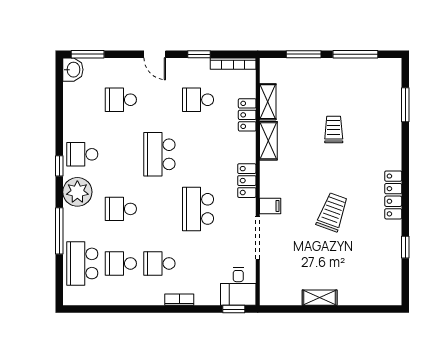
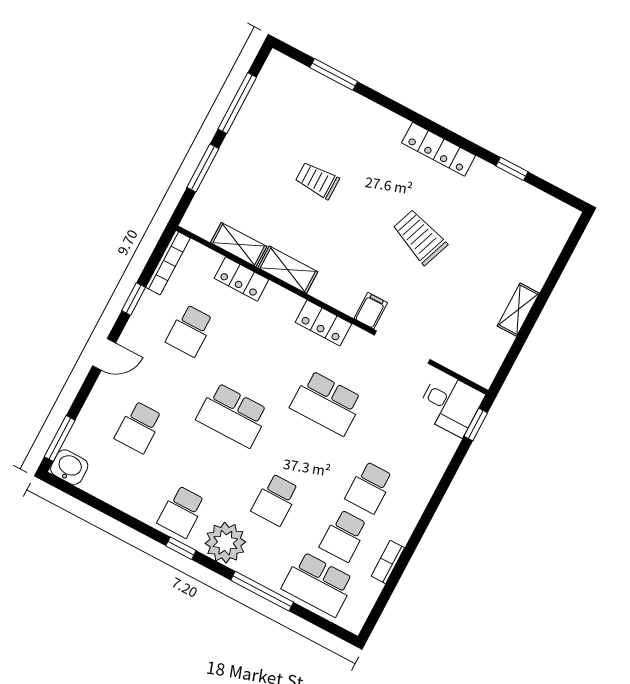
bookcase: (179, 300) -> (388, 562), moved

